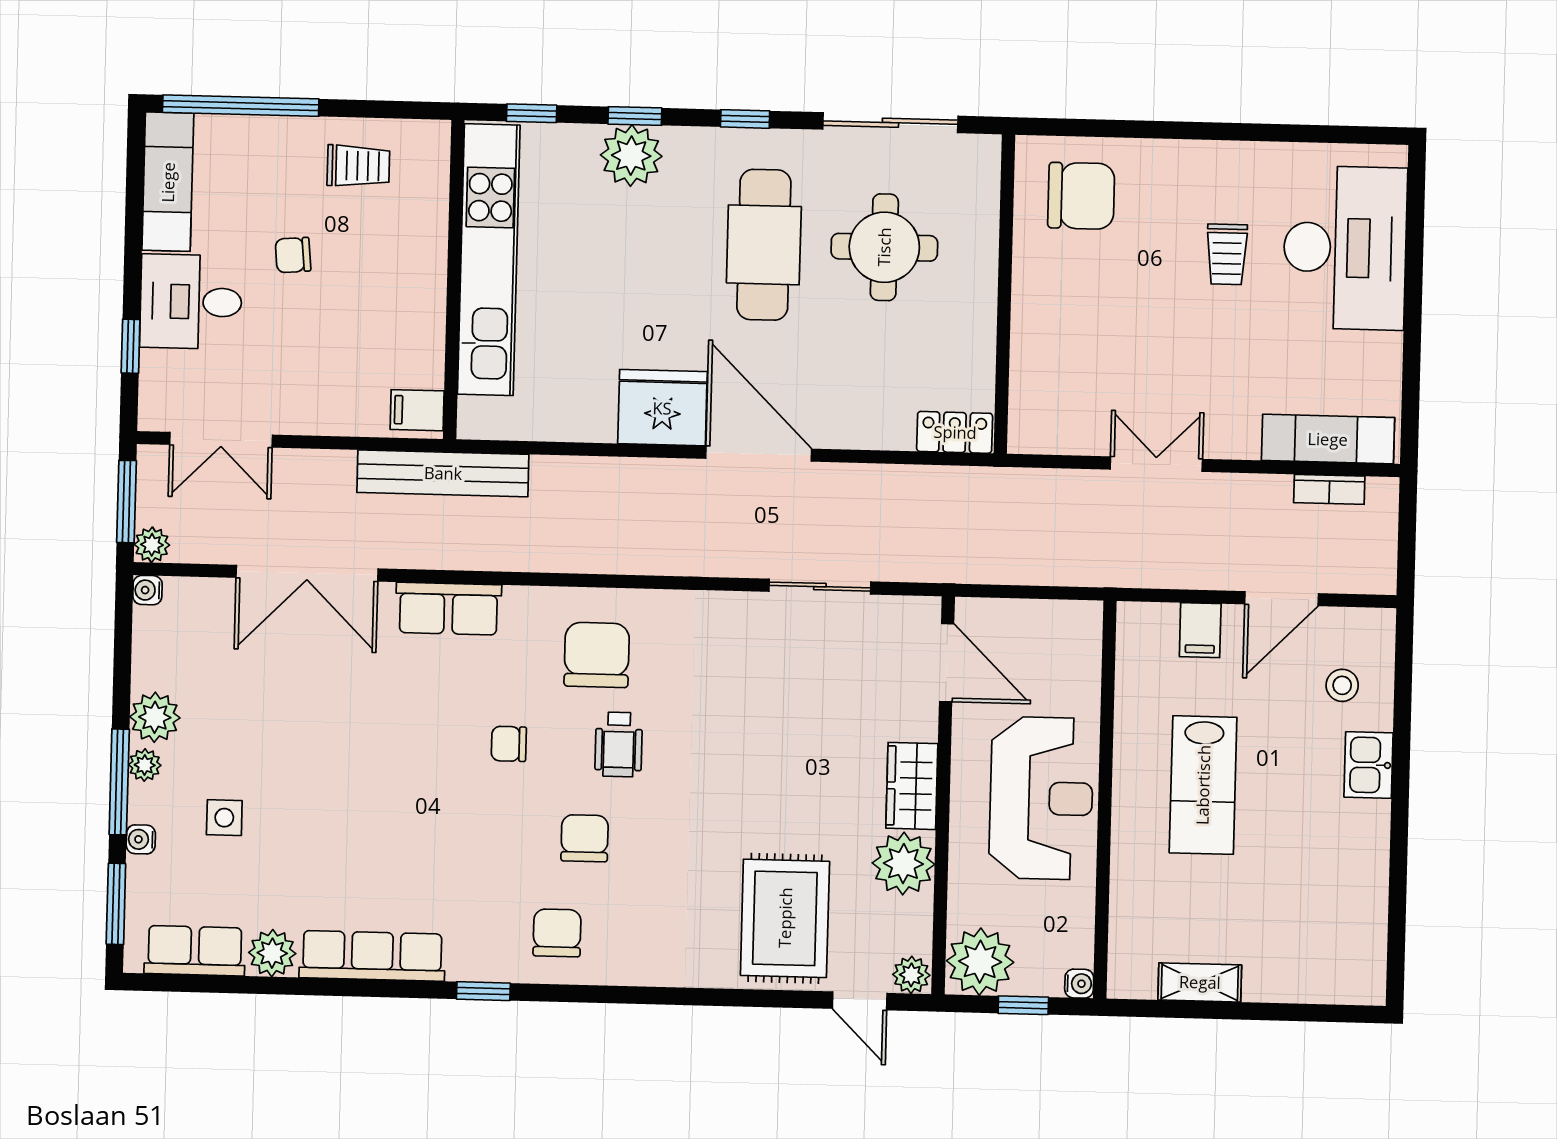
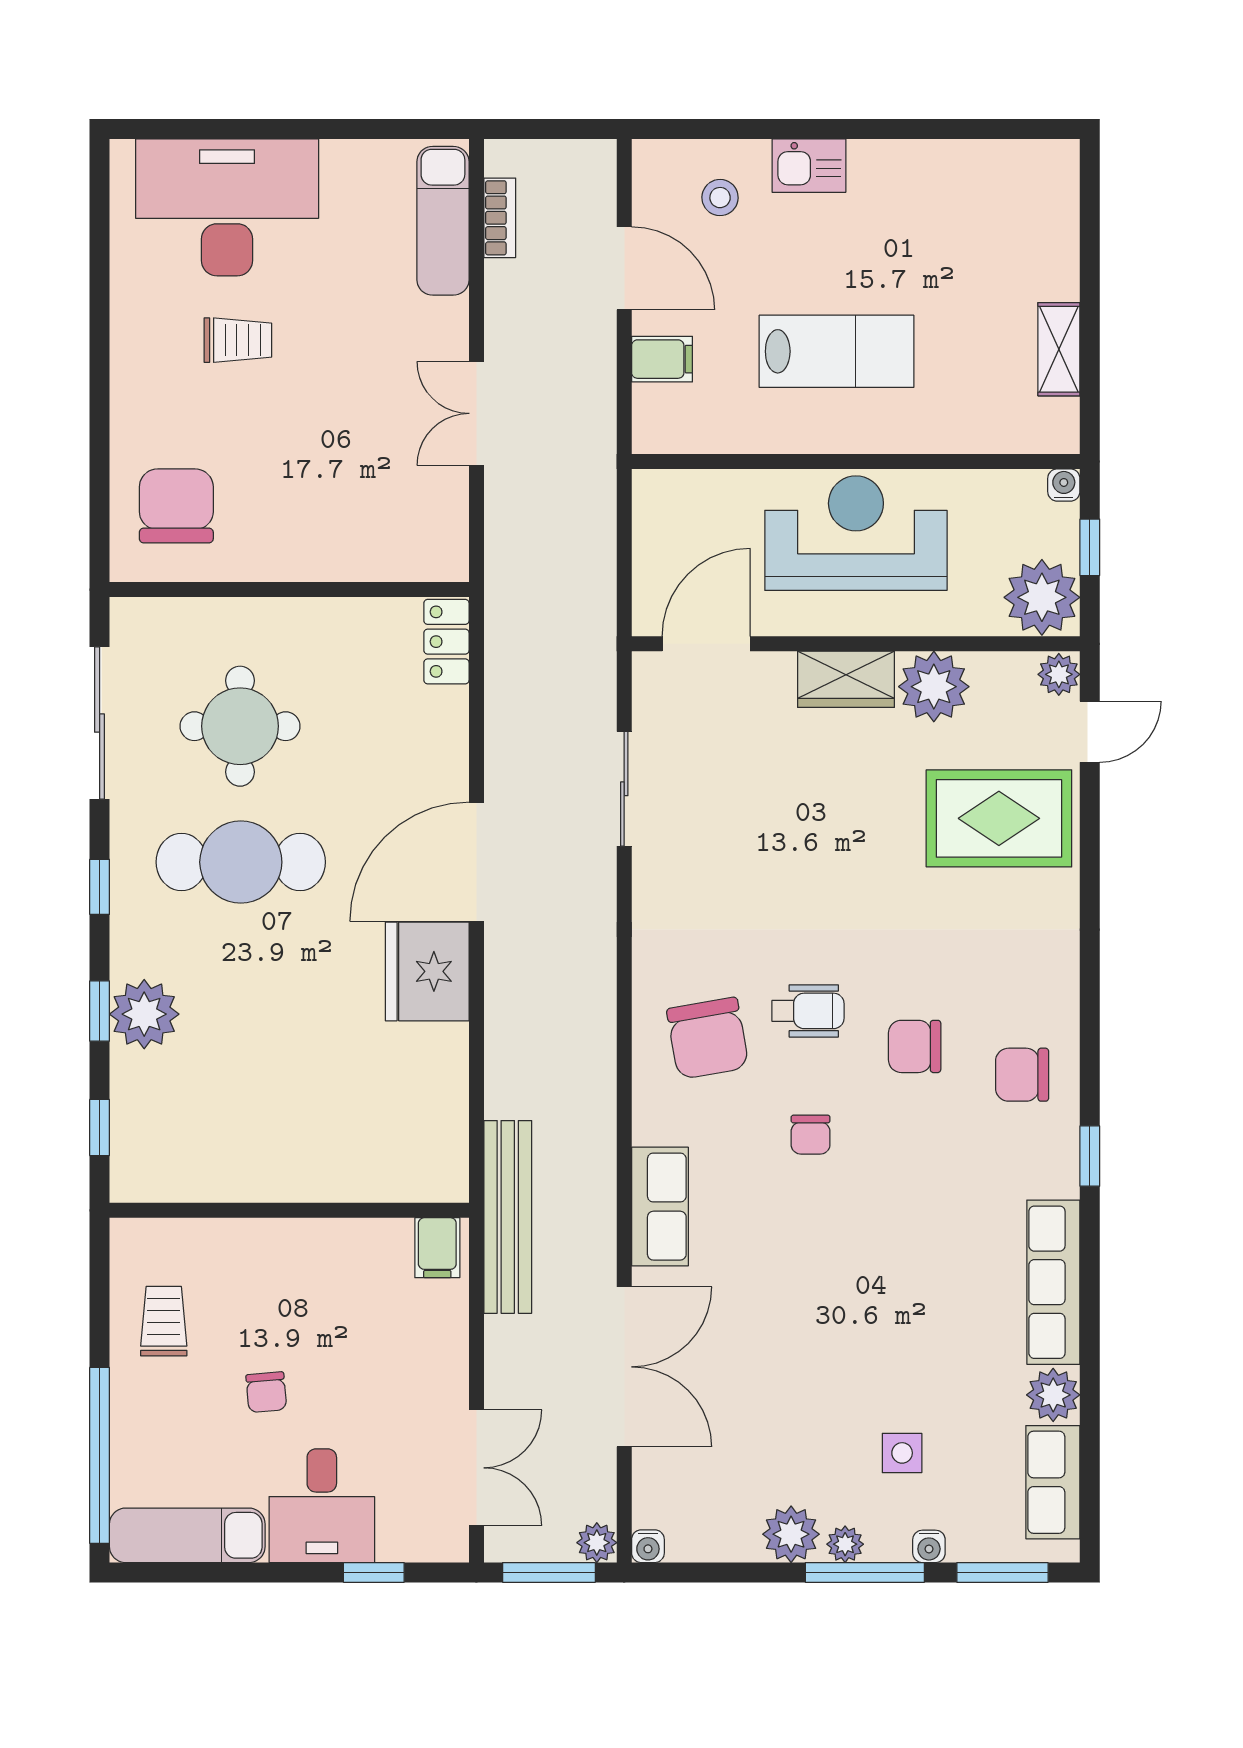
kitchen unit: (489, 260) -> (266, 1171), removed
chair: (597, 655) -> (708, 1038), turned -100

